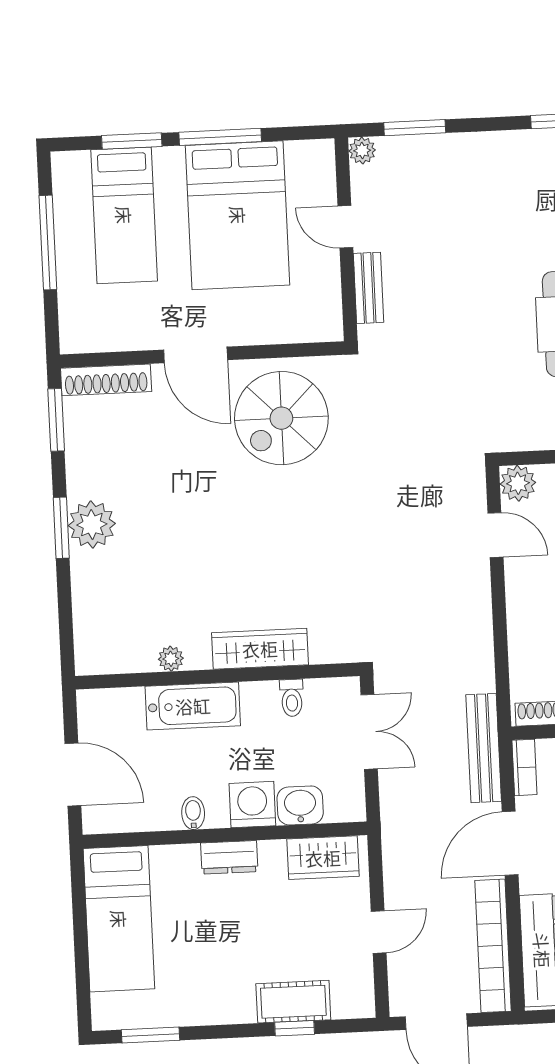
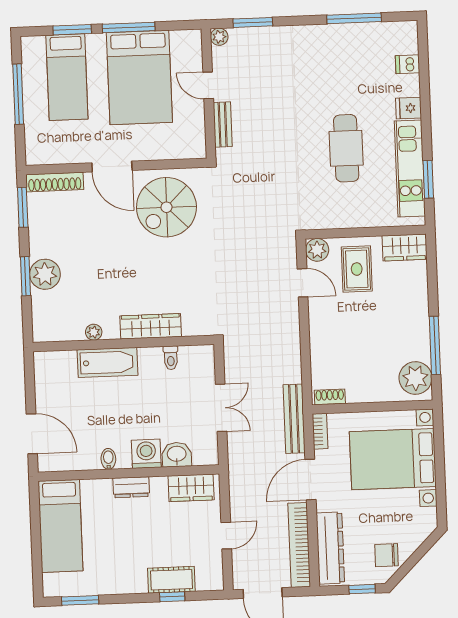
wardrobe: (260, 649) -> (151, 326), moved
plant: (171, 659) -> (94, 332), moved
wall: (217, 676) -> (123, 343), moved
toilet: (292, 698) -> (171, 358), moved
bathtub: (193, 706) -> (107, 362), moved

